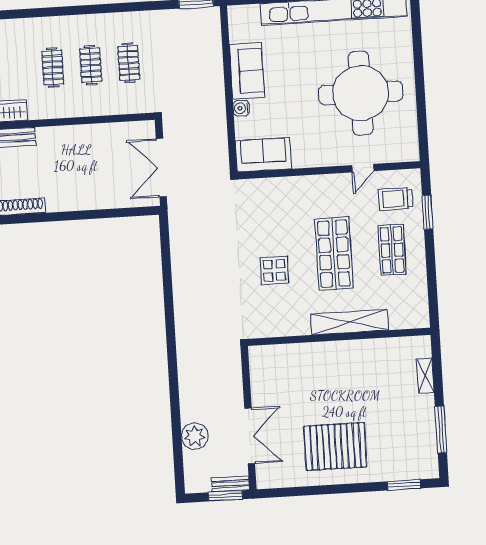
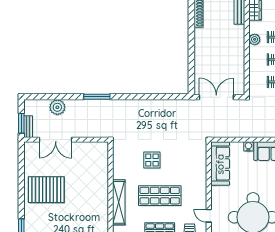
plant: (59, 109) -> (255, 39), added
sofa: (263, 155) -> (220, 164), width x1.36
window: (173, 370) -> (97, 97), added
pallet: (335, 446) -> (46, 190), turned 90

